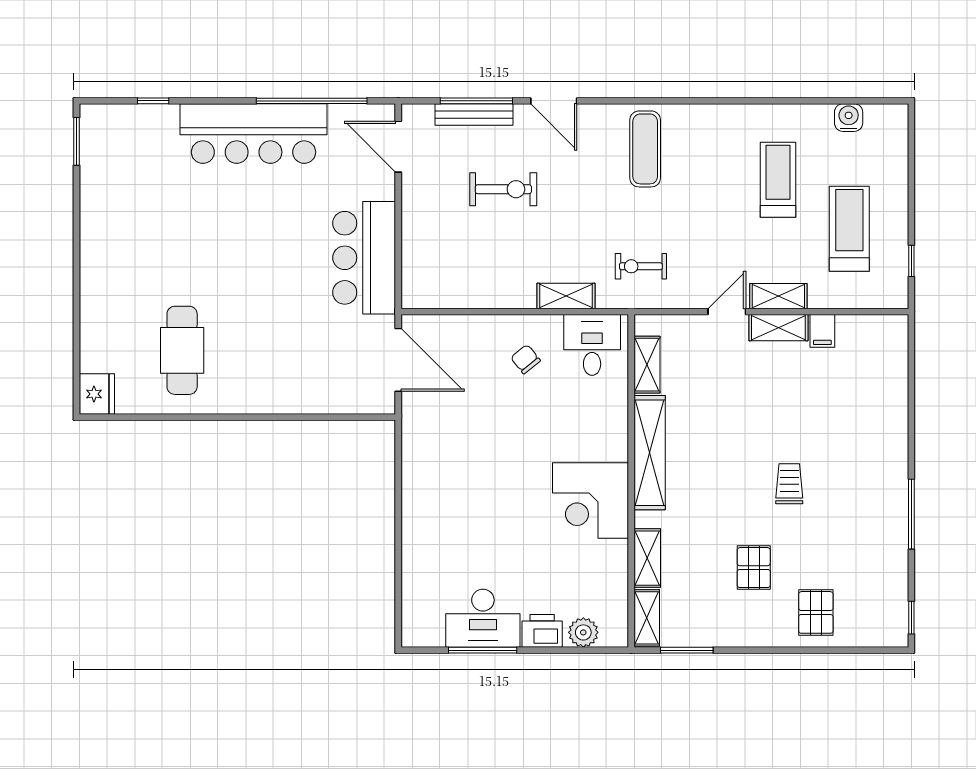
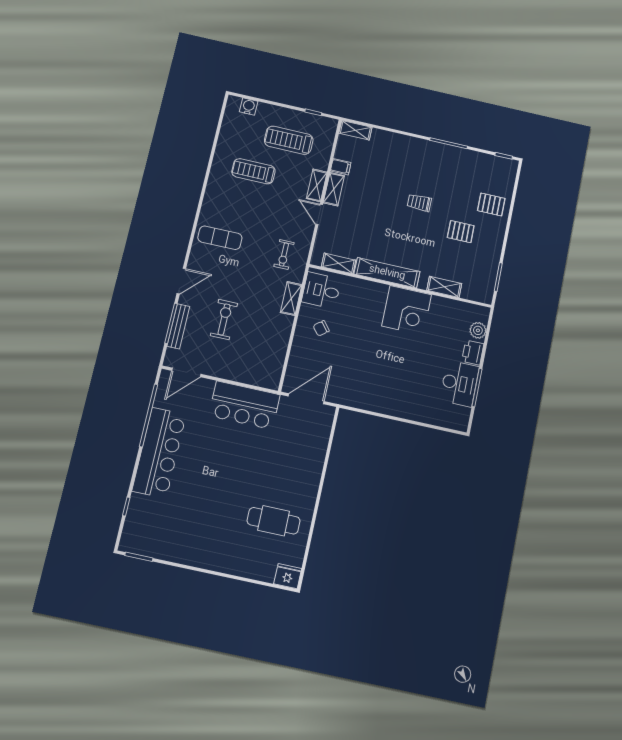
water cooler: (849, 118) -> (249, 107), moved, turned 90
shelving: (647, 618) -> (355, 130), moved

